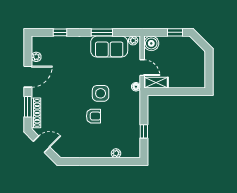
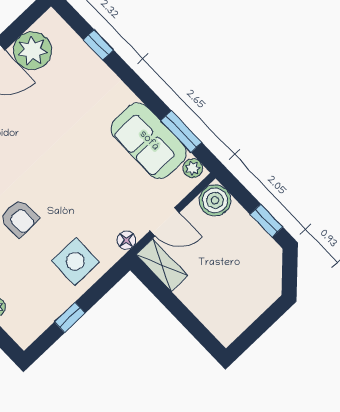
window: (102, 32) -> (181, 132), moved
plant: (36, 57) -> (32, 51), width x1.88, depth x1.88
door: (142, 68) -> (165, 222), hinge flipped
side table: (101, 93) -> (75, 261), moved

